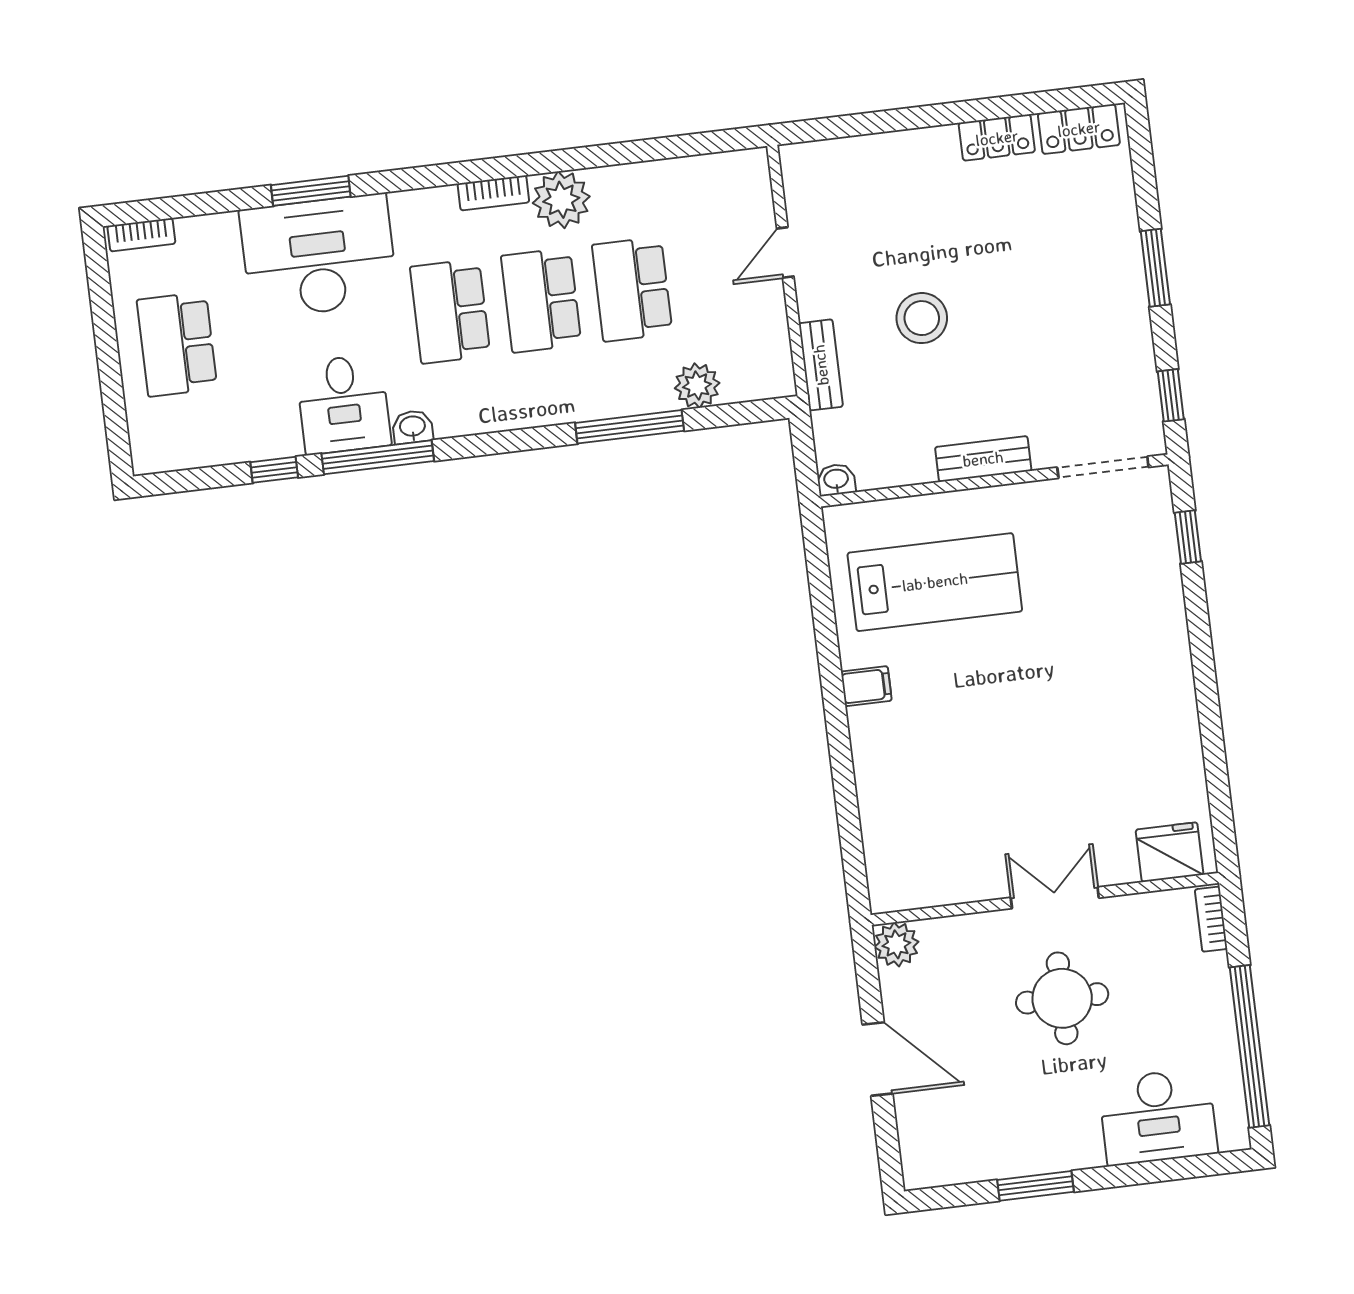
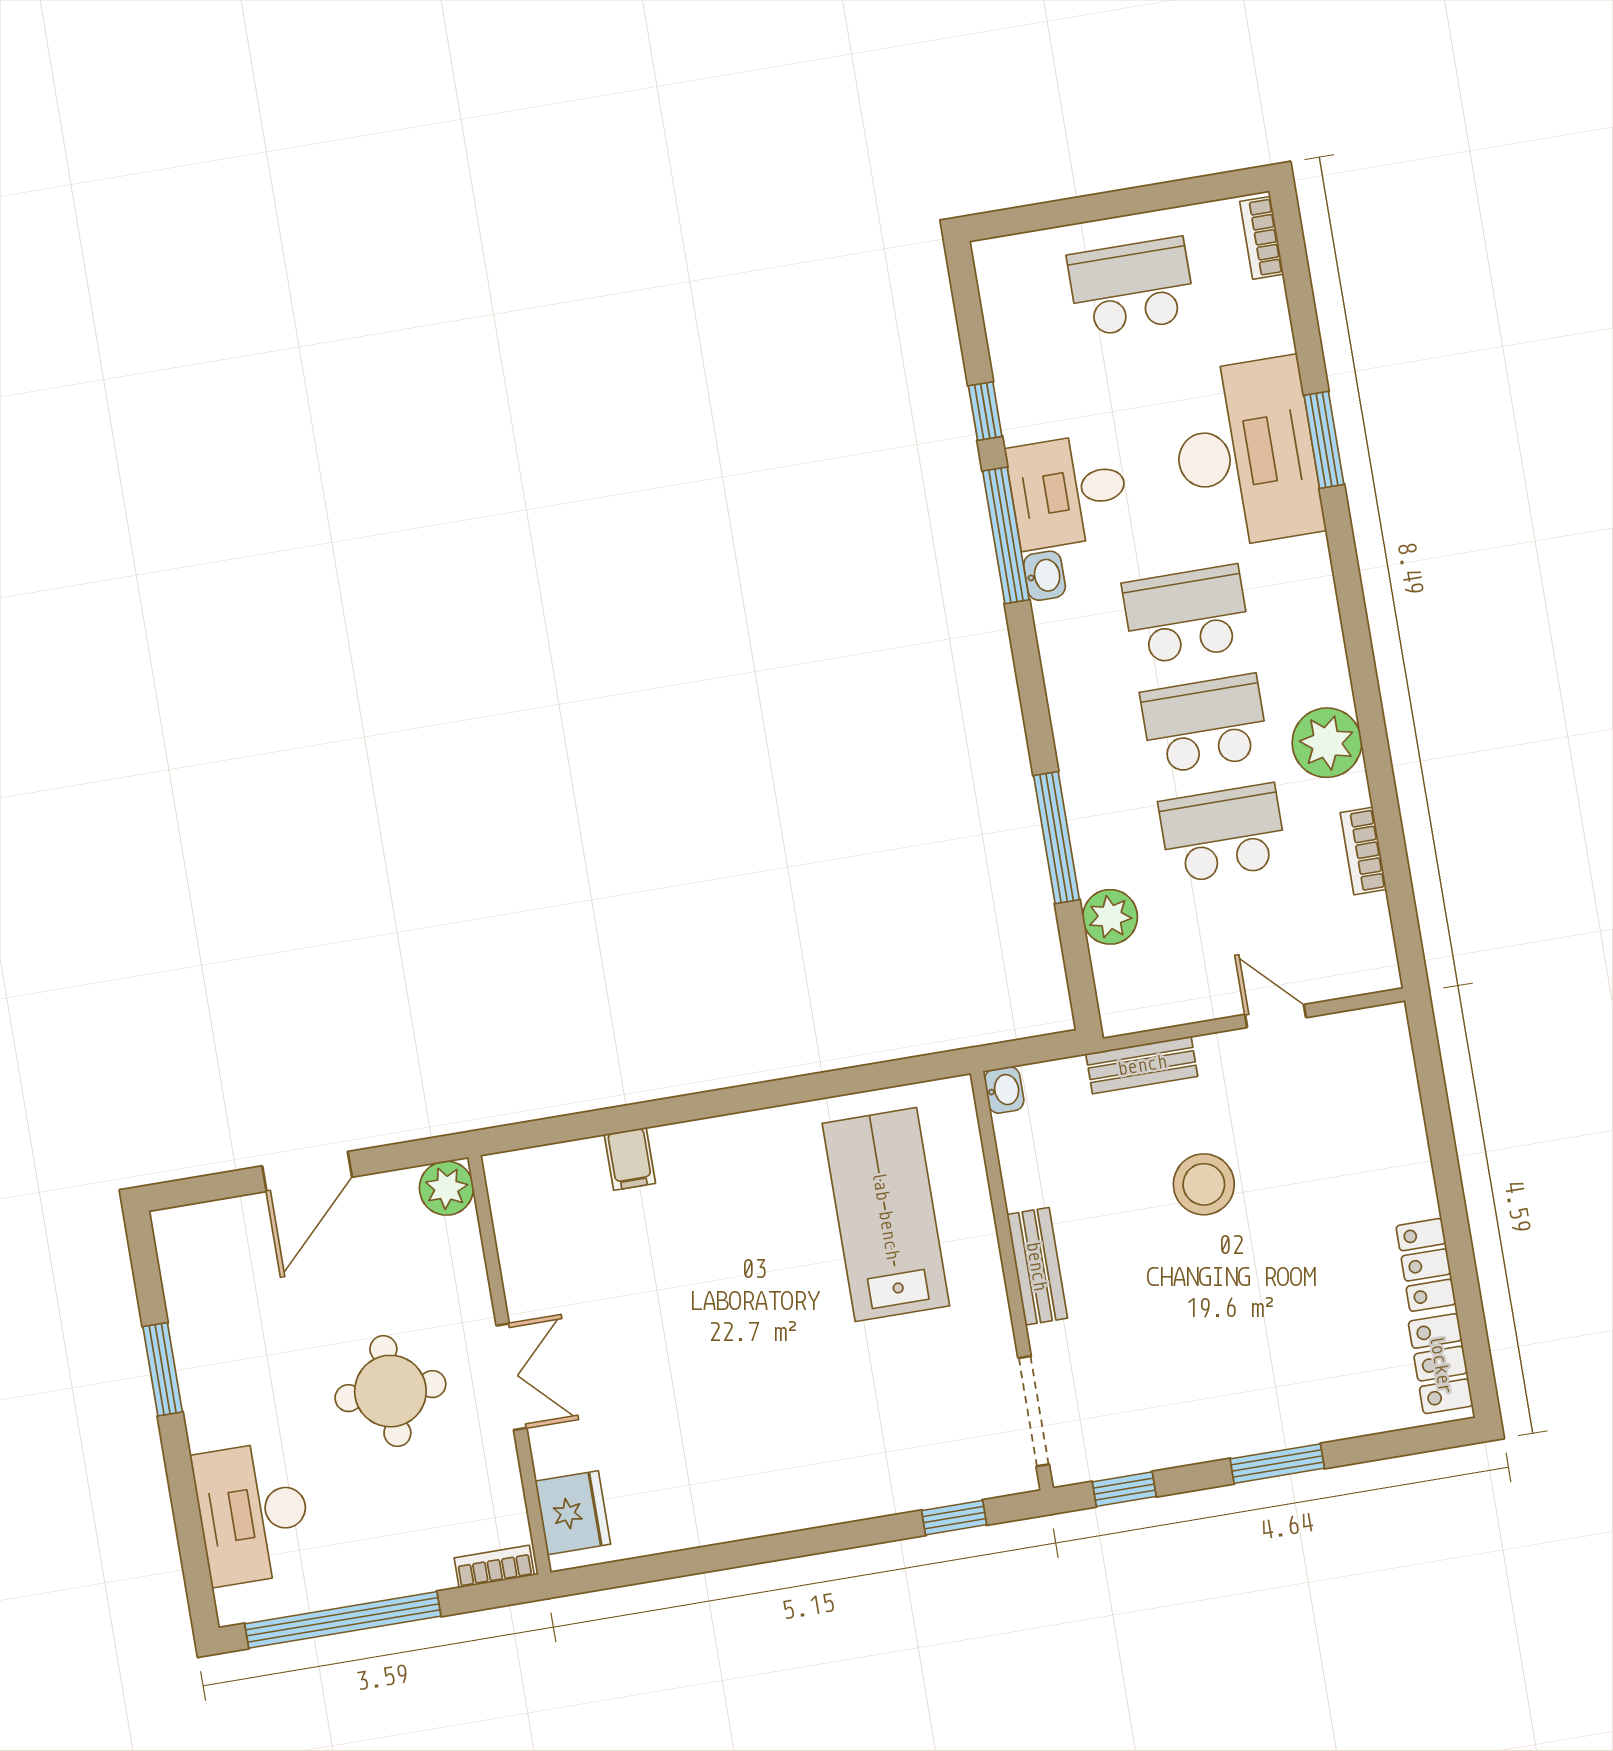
bookcase: (493, 193) -> (1363, 851), moved
lab bench: (935, 582) -> (886, 1215), turned 180
filing cabinet: (866, 686) -> (630, 1159), moved

